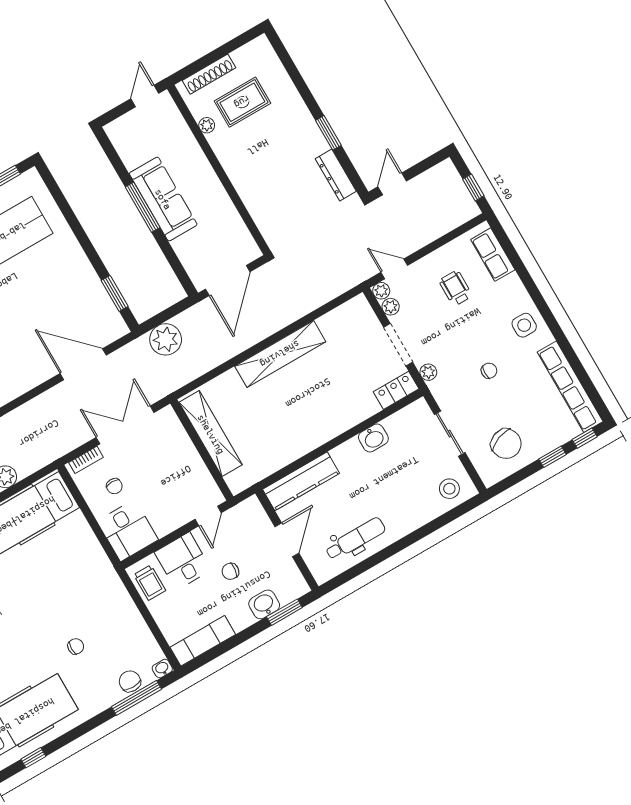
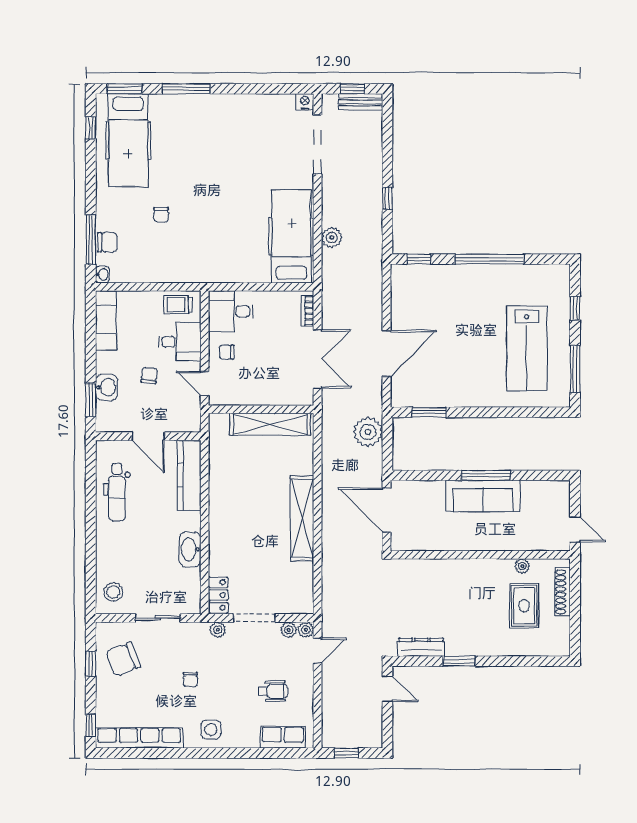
washbasin: (373, 438) -> (190, 549), width x1.38
window: (552, 457) -> (91, 664), moved
chair: (114, 486) -> (227, 352), moved

